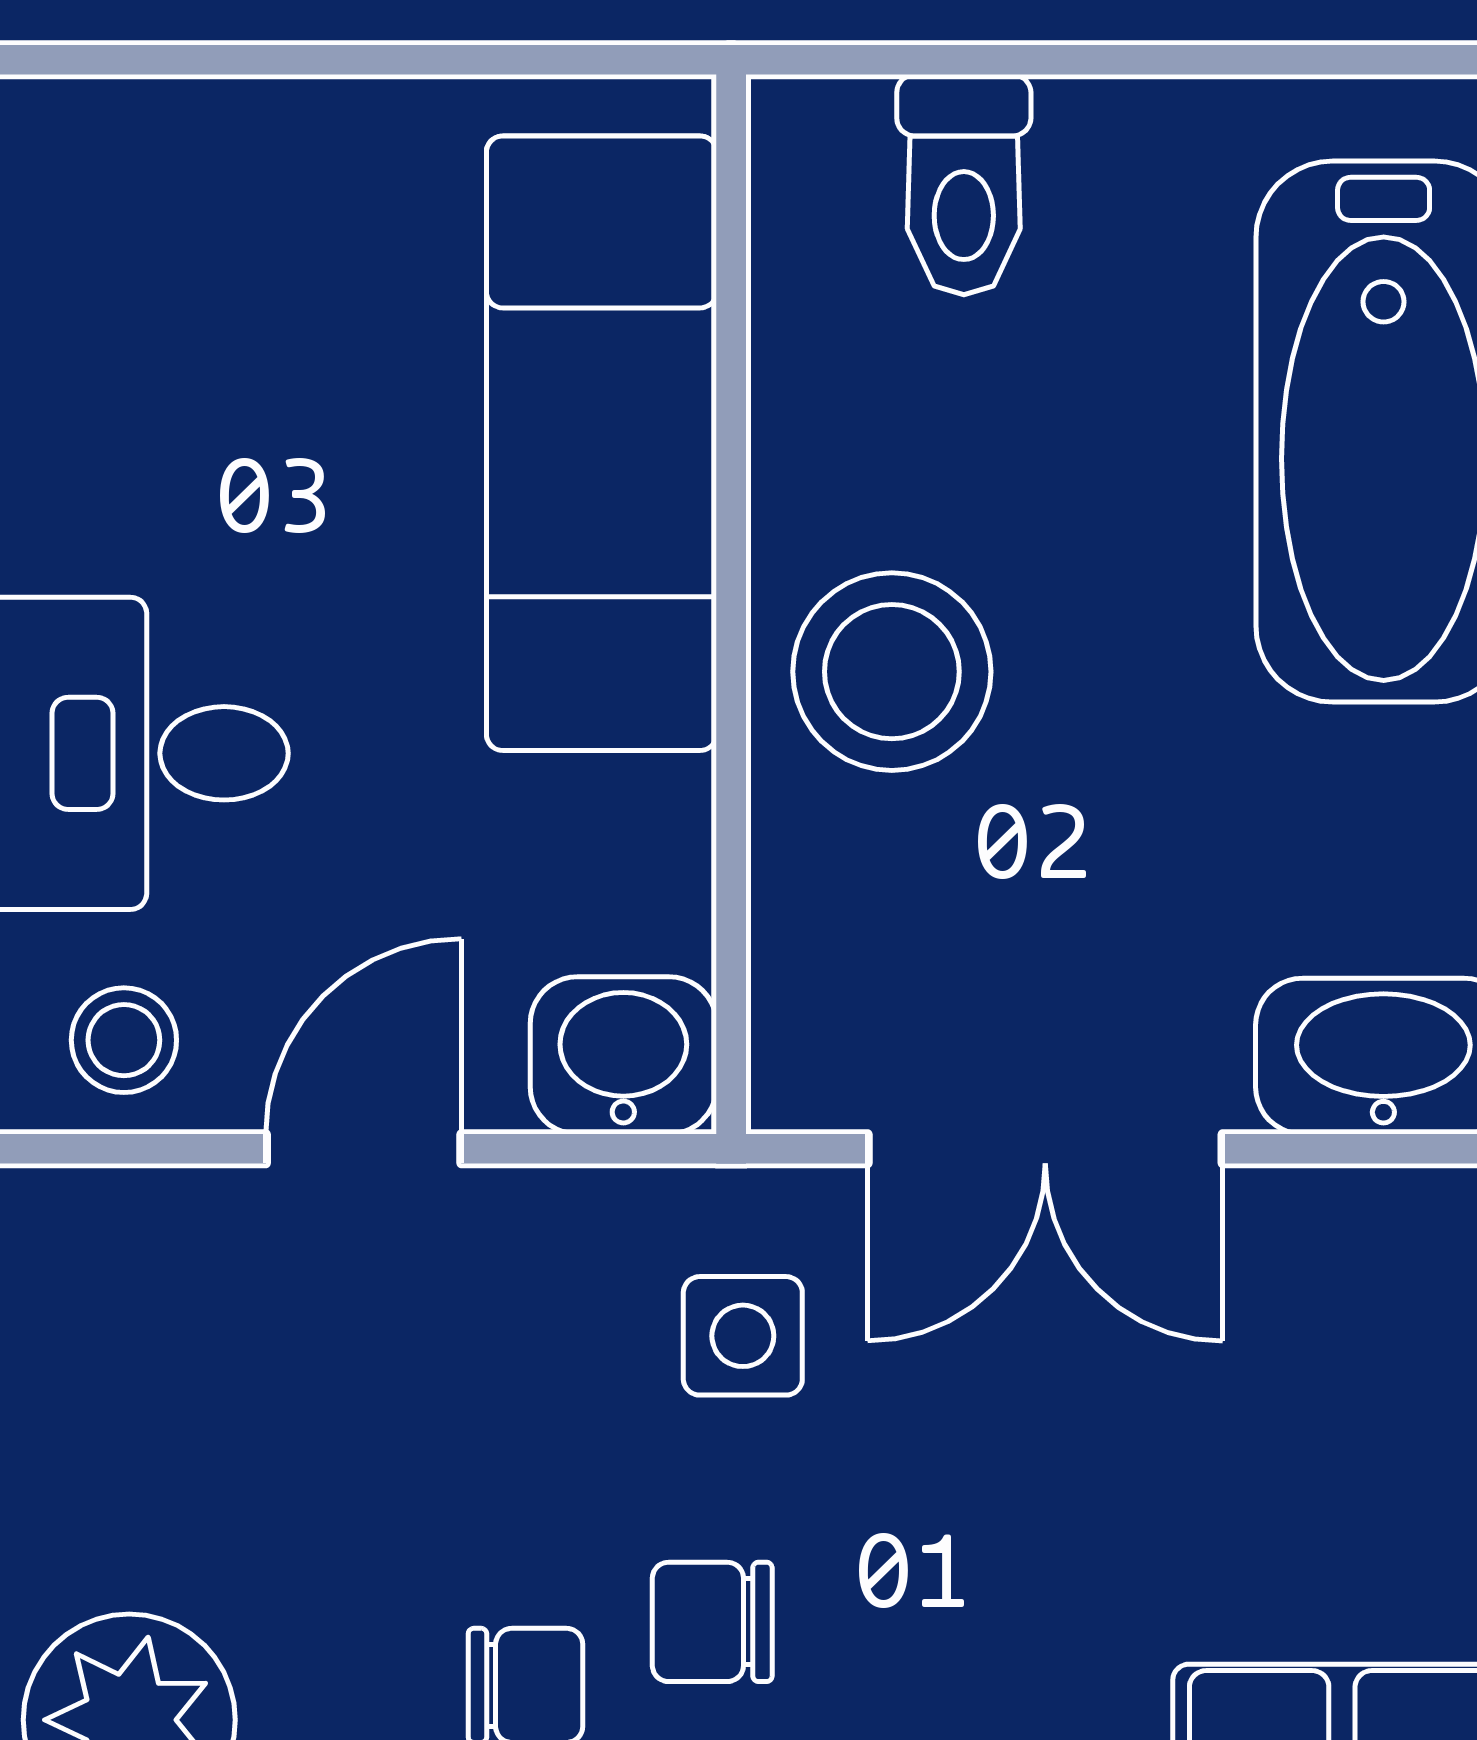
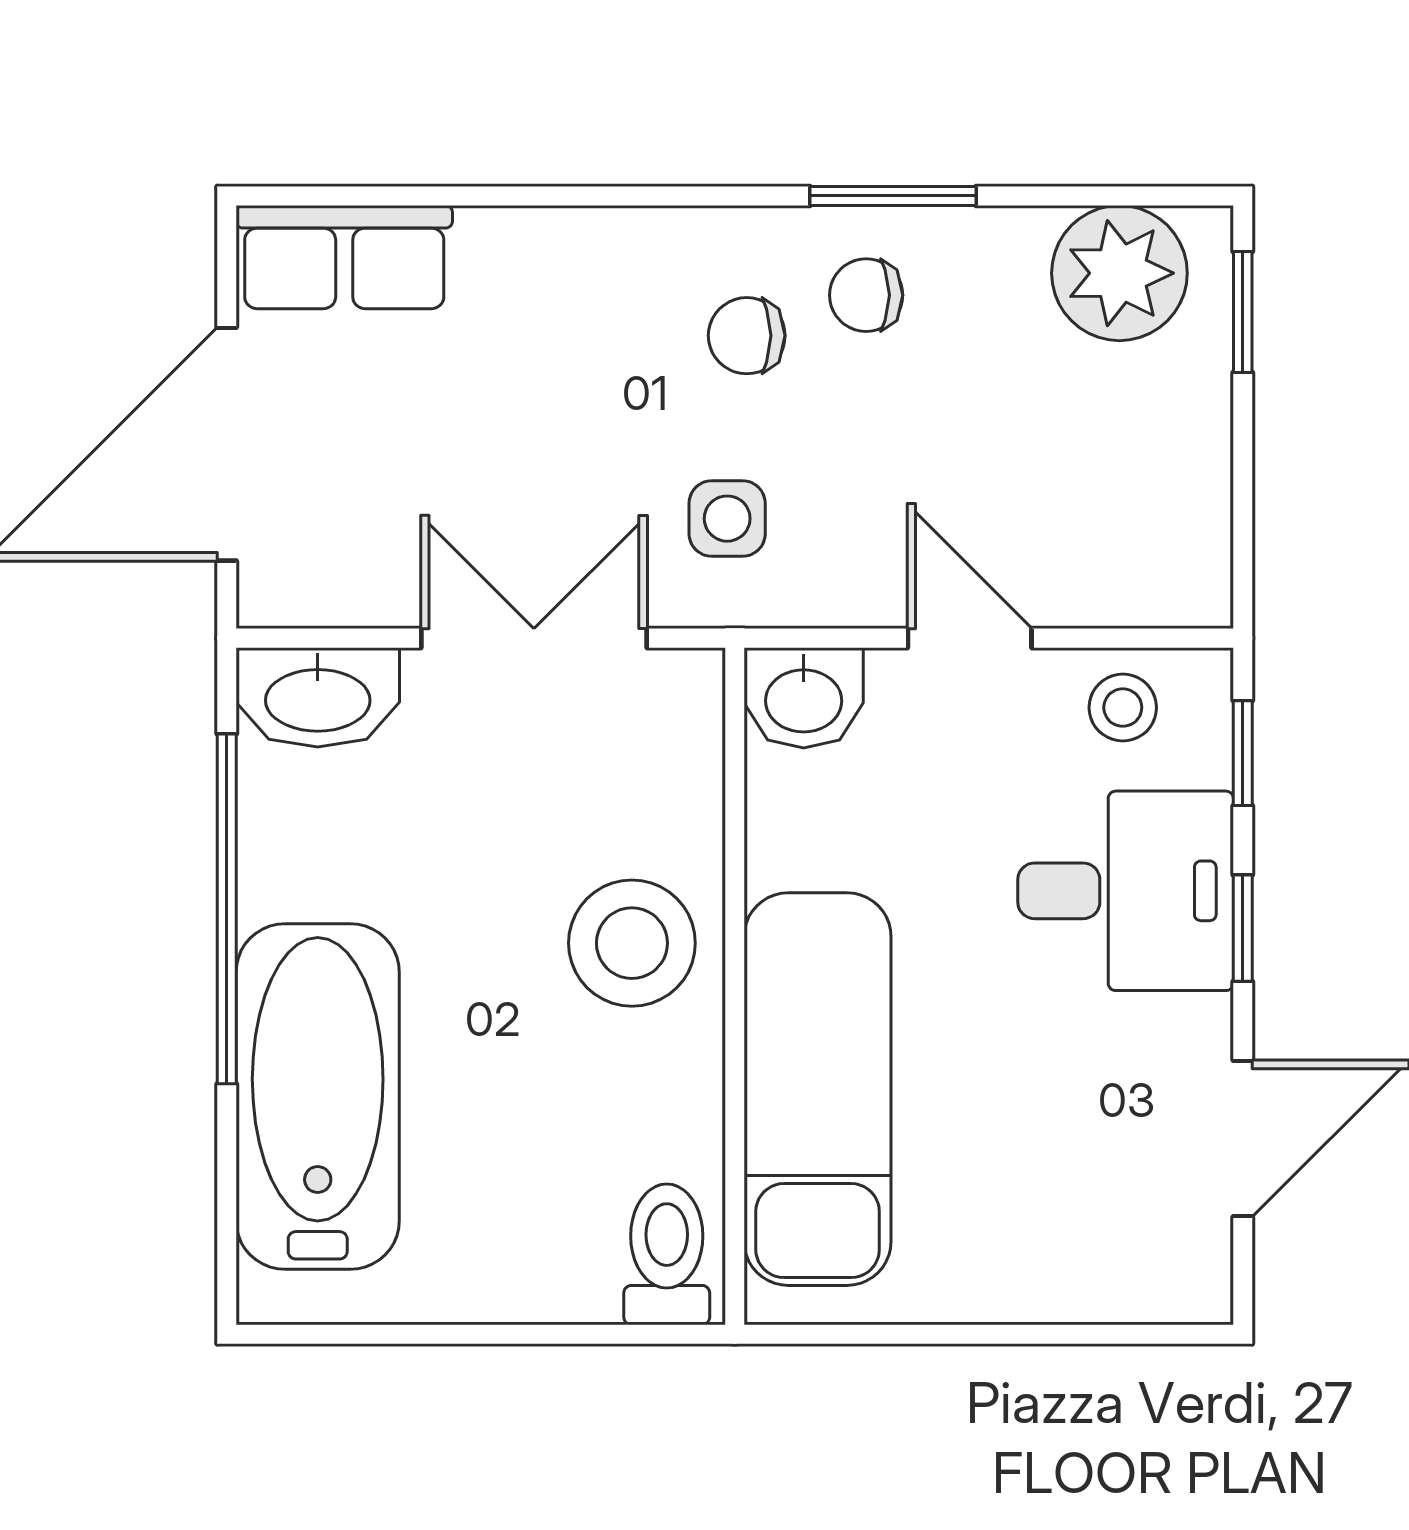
toilet: (964, 185) -> (667, 1254), moved
door: (364, 1149) -> (970, 638), swing flipped
chair: (712, 1622) -> (747, 336), turned 180

